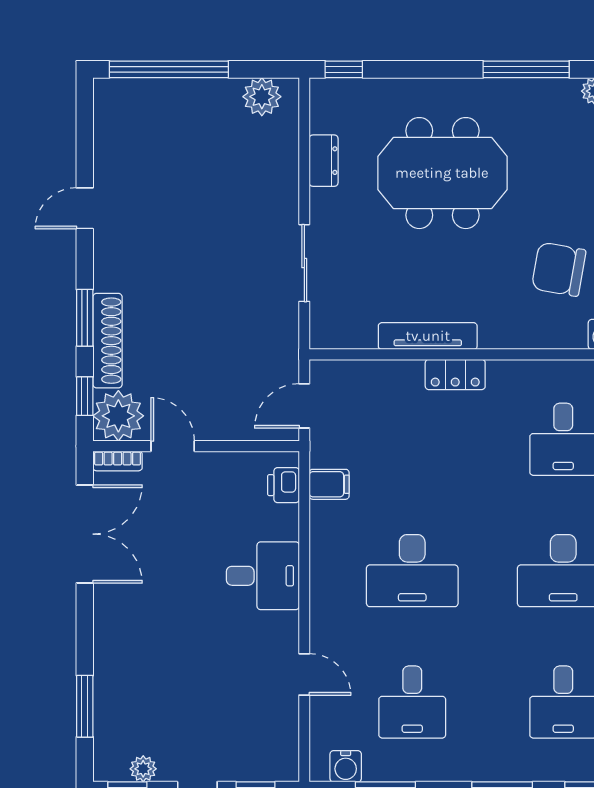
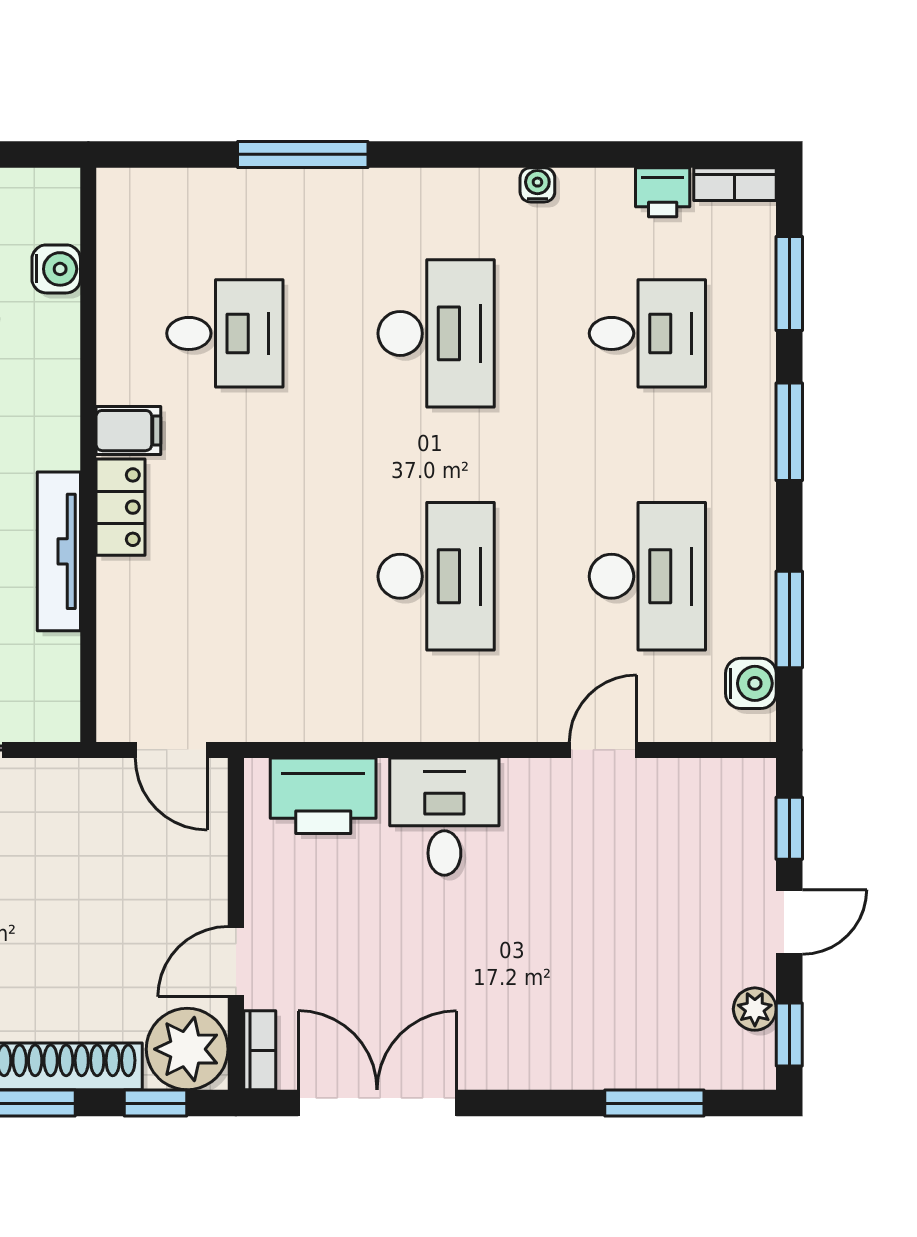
filing cabinet: (329, 484) -> (128, 431), moved, turned 90
printer: (283, 485) -> (323, 796), width x1.87, depth x1.48
desk: (412, 702) -> (647, 576), width x1.37

